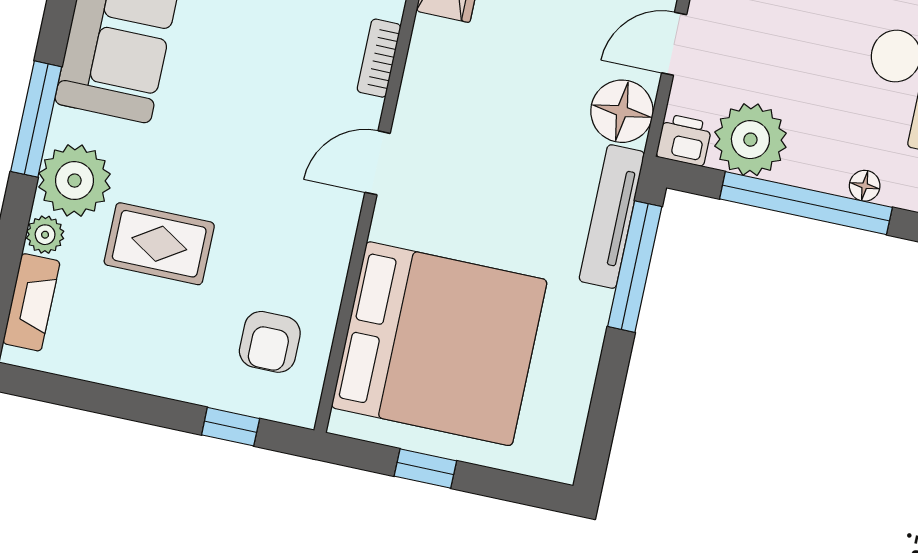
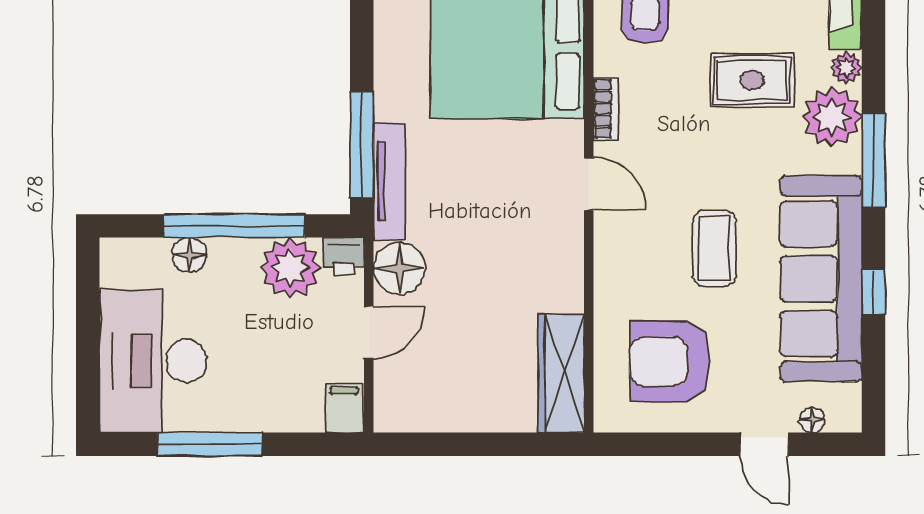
coffee table: (246, 56) -> (714, 248), added
bookcase: (379, 58) -> (606, 109), moved
door: (378, 163) -> (589, 184), hinge flipped
floor lamp: (865, 186) -> (189, 255), width x1.37, depth x1.37

